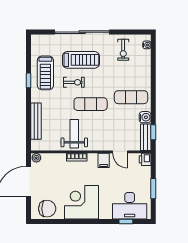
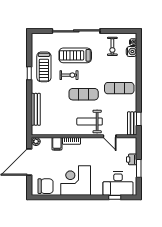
treadmill: (81, 60) -> (75, 55), turned 180
water cooler: (145, 117) -> (132, 52), moved
weight bench: (74, 134) -> (90, 122), moved, turned -90
printer: (145, 159) -> (132, 159), moved
filing cabinet: (104, 160) -> (57, 144), moved

